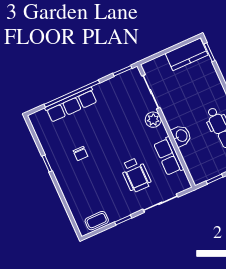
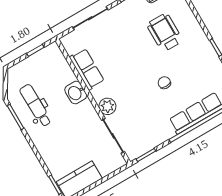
chair: (81, 154) -> (164, 83), moved
wheelchair: (136, 175) -> (165, 32), moved

